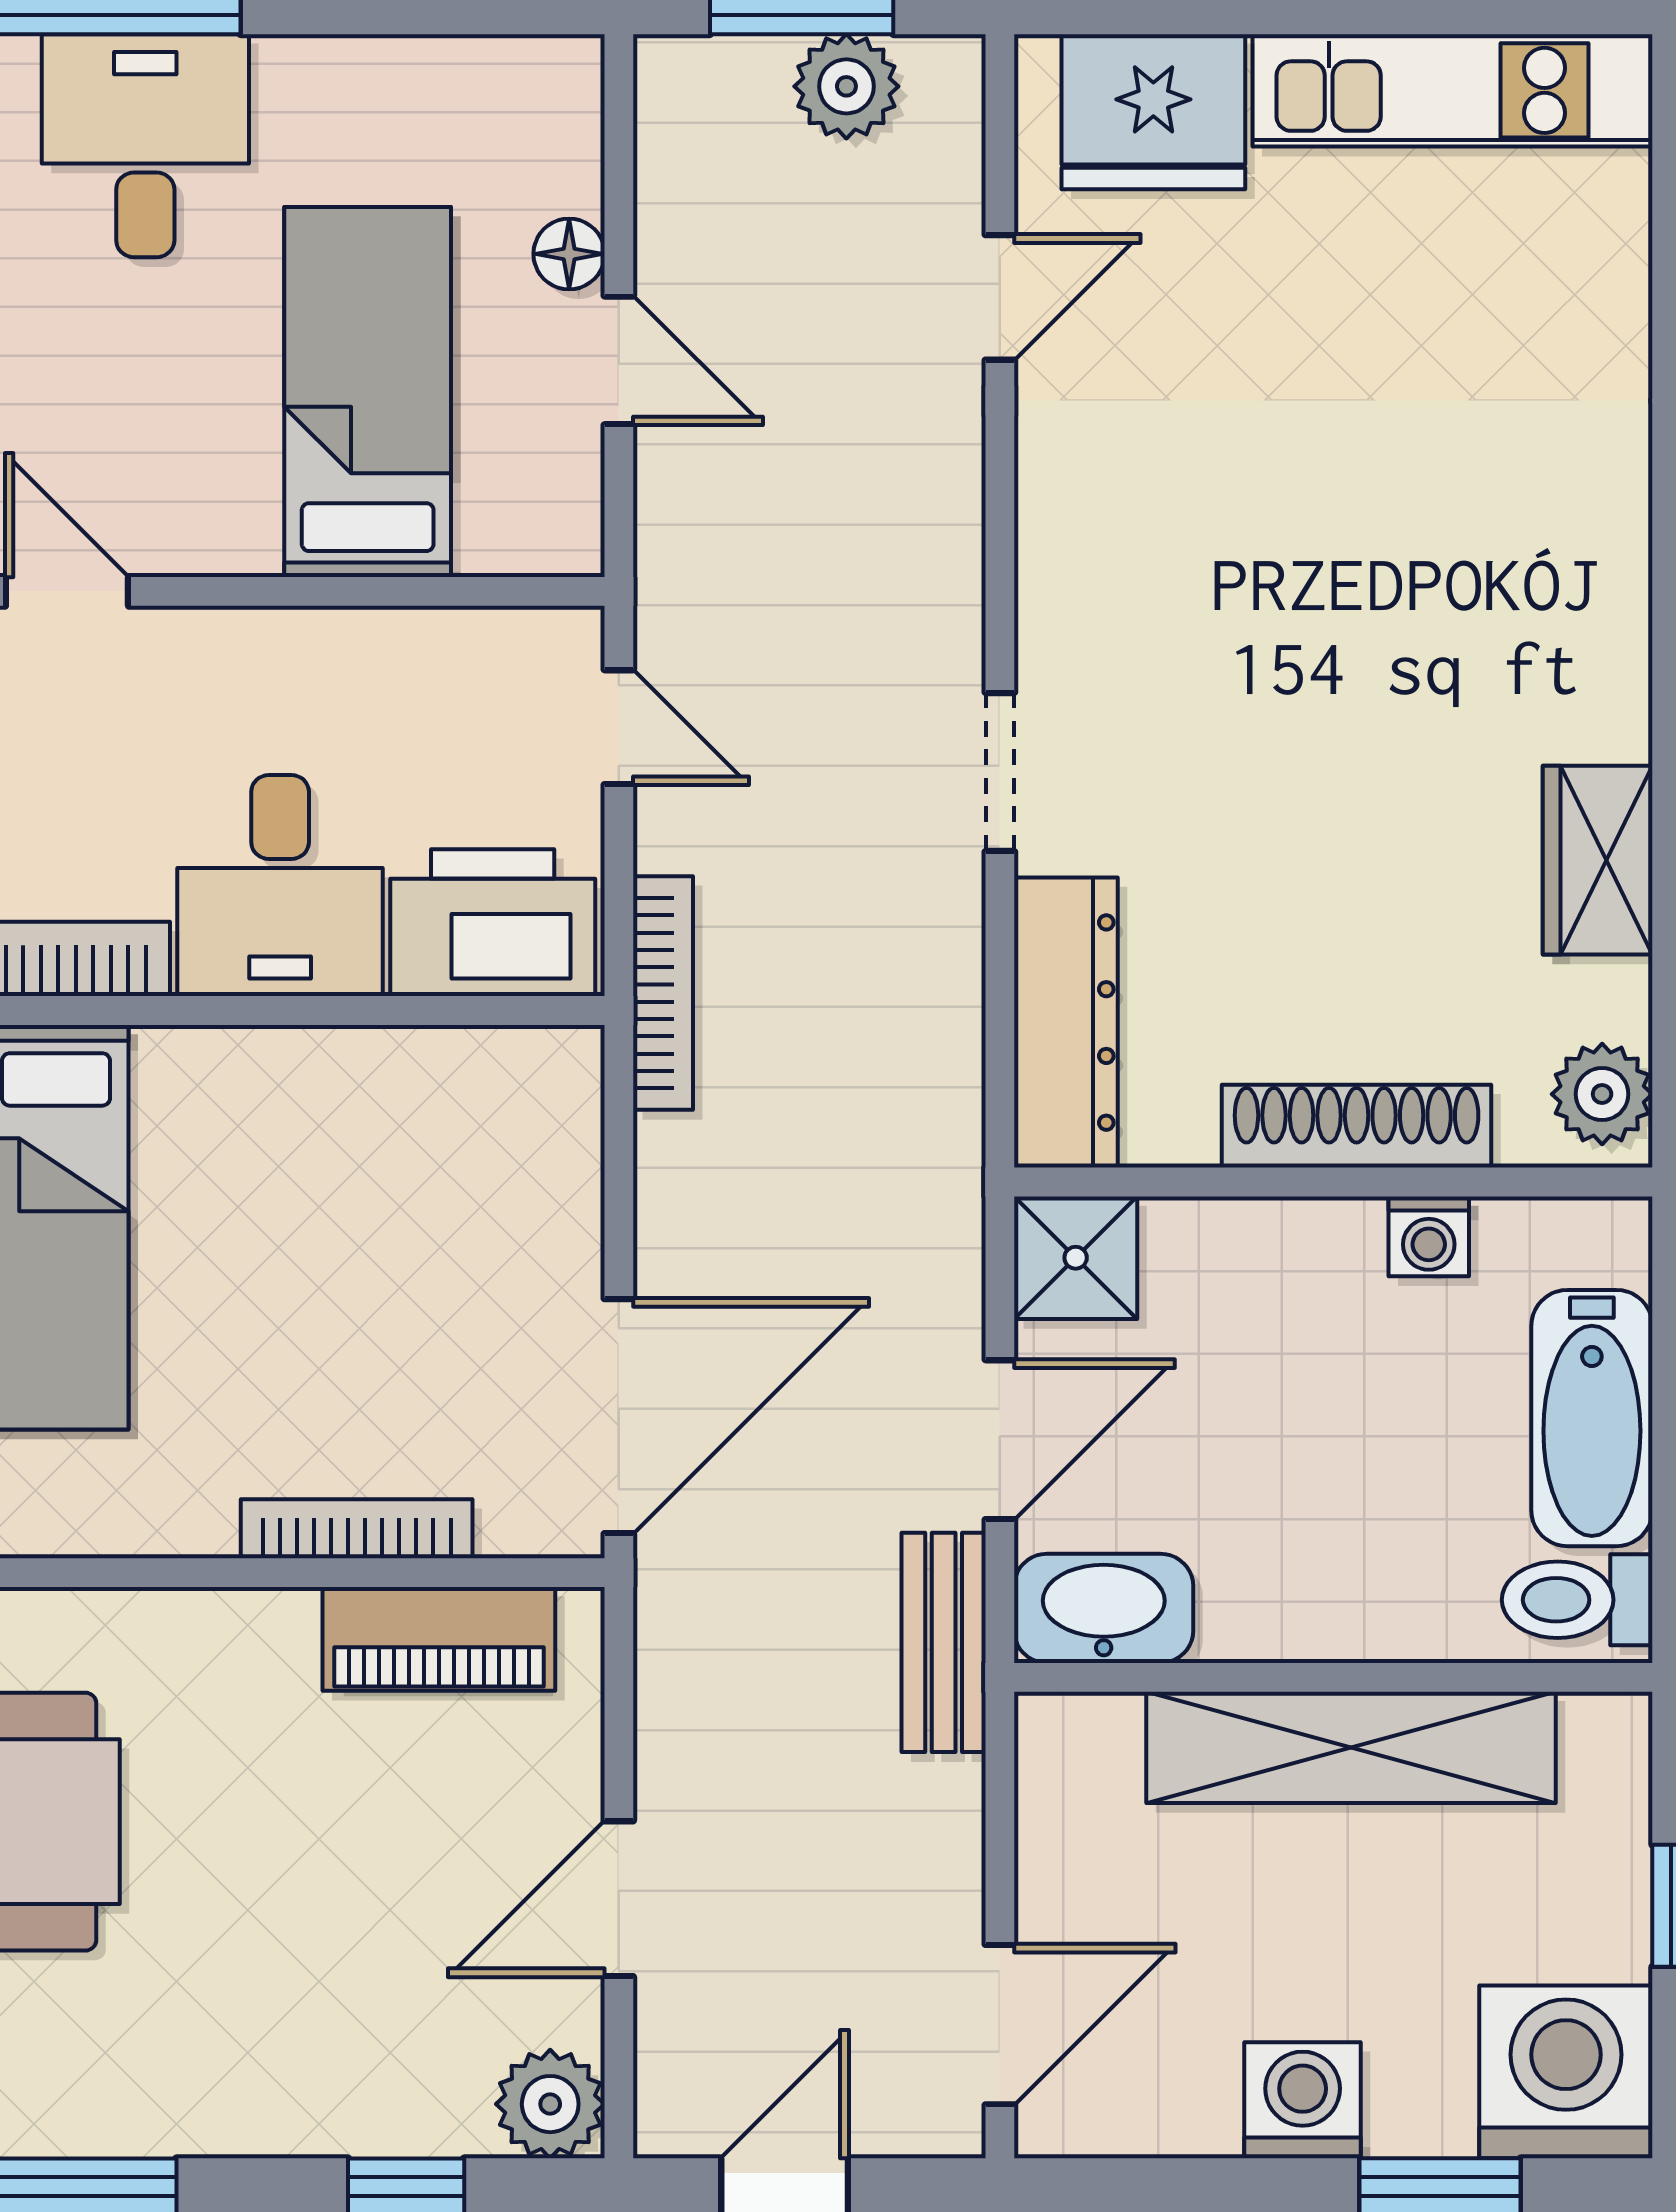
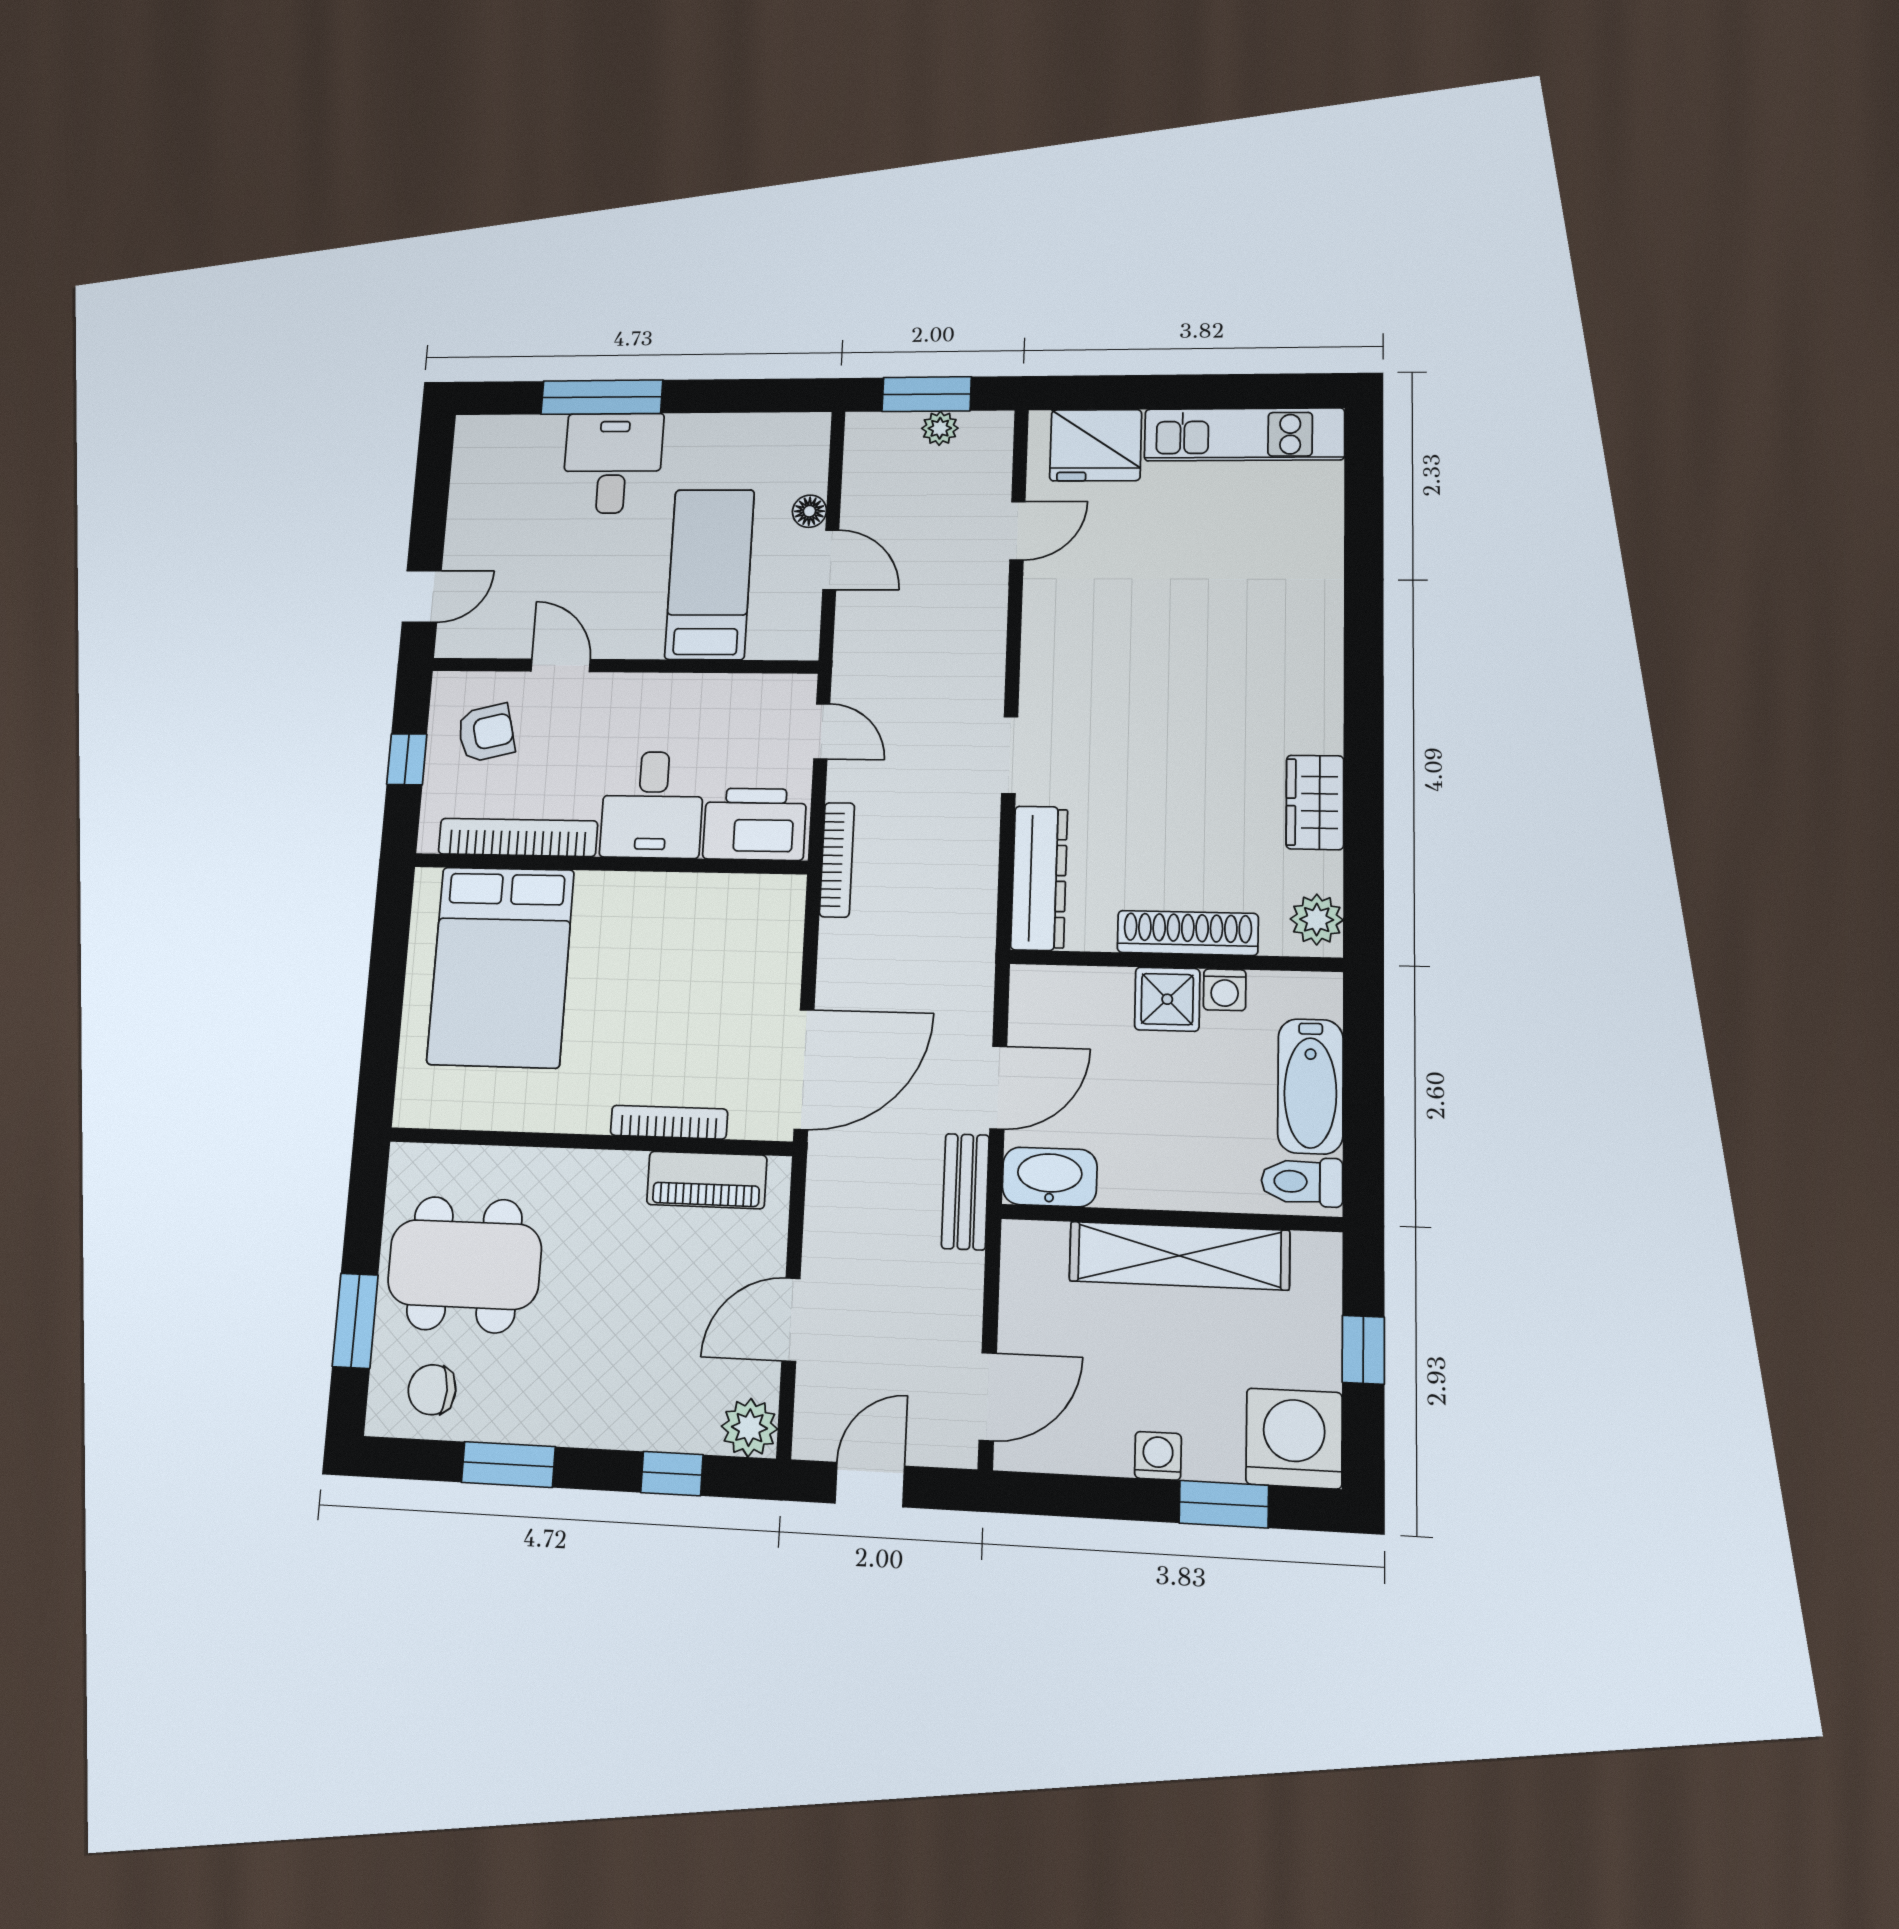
plant: (846, 86) -> (940, 428), width x0.73, depth x0.73
shower: (1076, 1258) -> (1167, 999), moved
washing machine: (1303, 2100) -> (1158, 1456), width x0.73, depth x0.73

